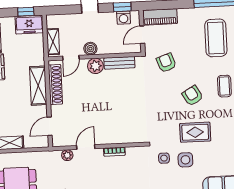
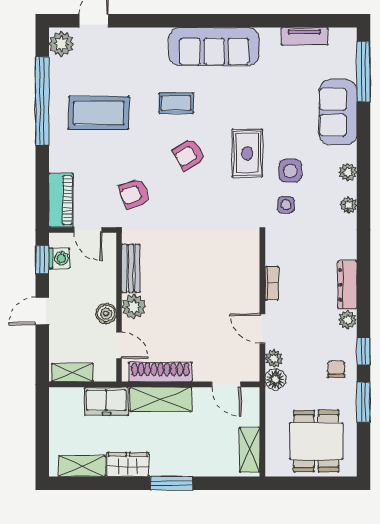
window: (26, 12) -> (42, 413), removed
freezer: (29, 25) -> (106, 401), moved, turned 90
shelving: (53, 42) -> (72, 372), moved
floor lamp: (54, 157) -> (275, 379), added

